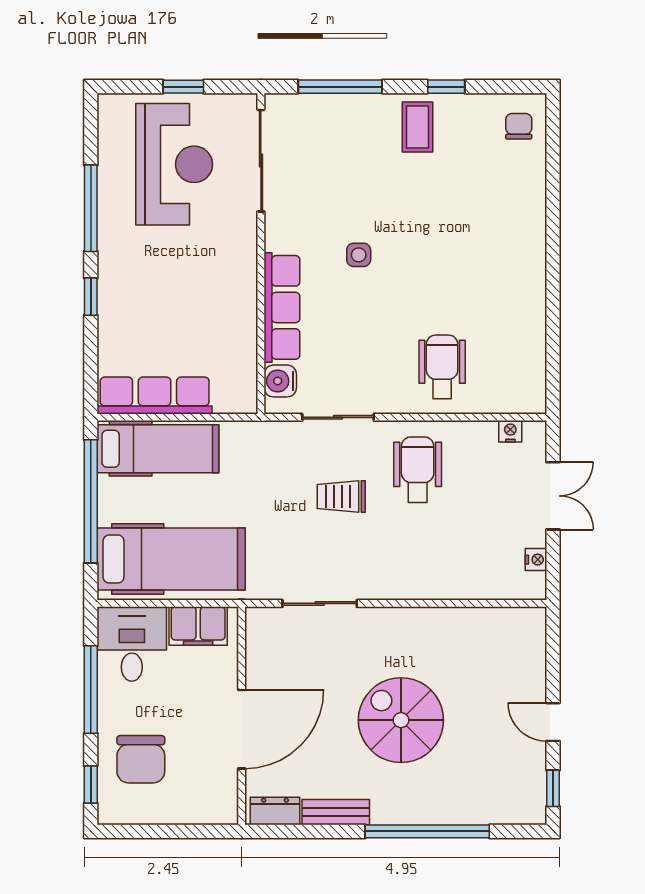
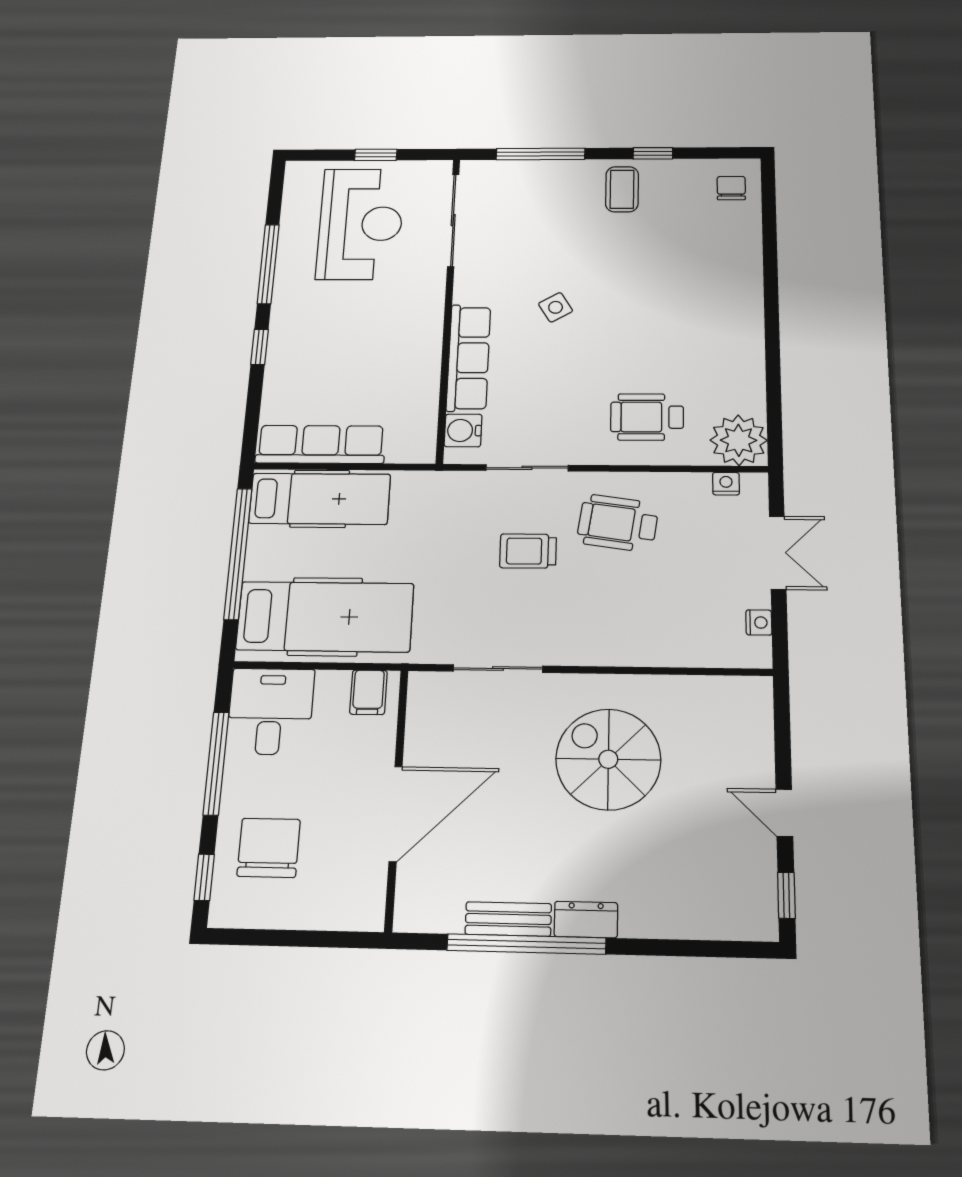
side table: (359, 255) -> (556, 307), turned -31
wheelchair: (442, 367) -> (647, 417), turned -90
plant: (522, 389) -> (739, 440), added
wheelchair: (418, 470) -> (618, 523), turned -82
filing cabinet: (198, 626) -> (368, 692), width x0.50
spiral stairs: (401, 720) -> (608, 759), moved
chair: (141, 759) -> (269, 848), turned 180
dresser: (275, 811) -> (586, 920), moved
window: (427, 831) -> (526, 944), moved

